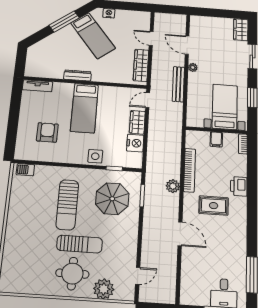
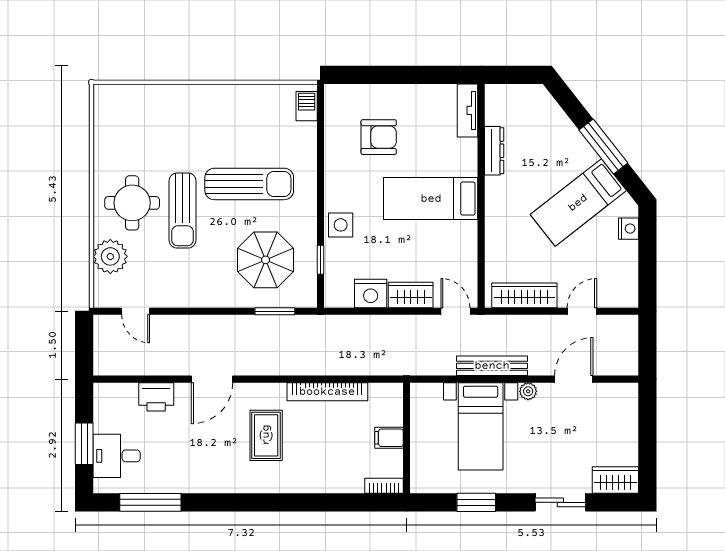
dresser: (78, 75) -> (494, 151), moved
bed with nightstands: (225, 107) -> (481, 426), moved, turned 90
plant: (173, 186) -> (296, 364), removed
printer: (239, 186) -> (156, 397), moved, turned 180
sun lounger: (67, 205) -> (249, 184), turned 180

